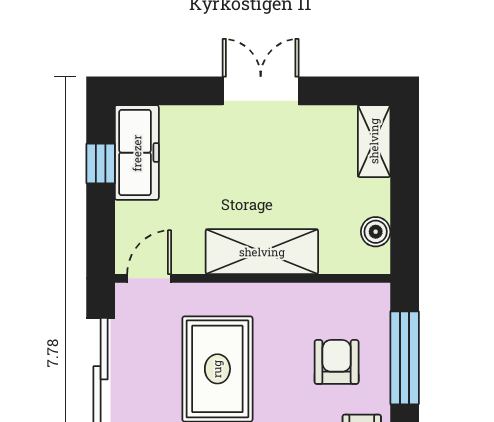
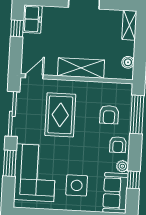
freezer: (137, 153) -> (32, 19), width x0.71
armchair: (337, 362) -> (109, 115), turned 180

